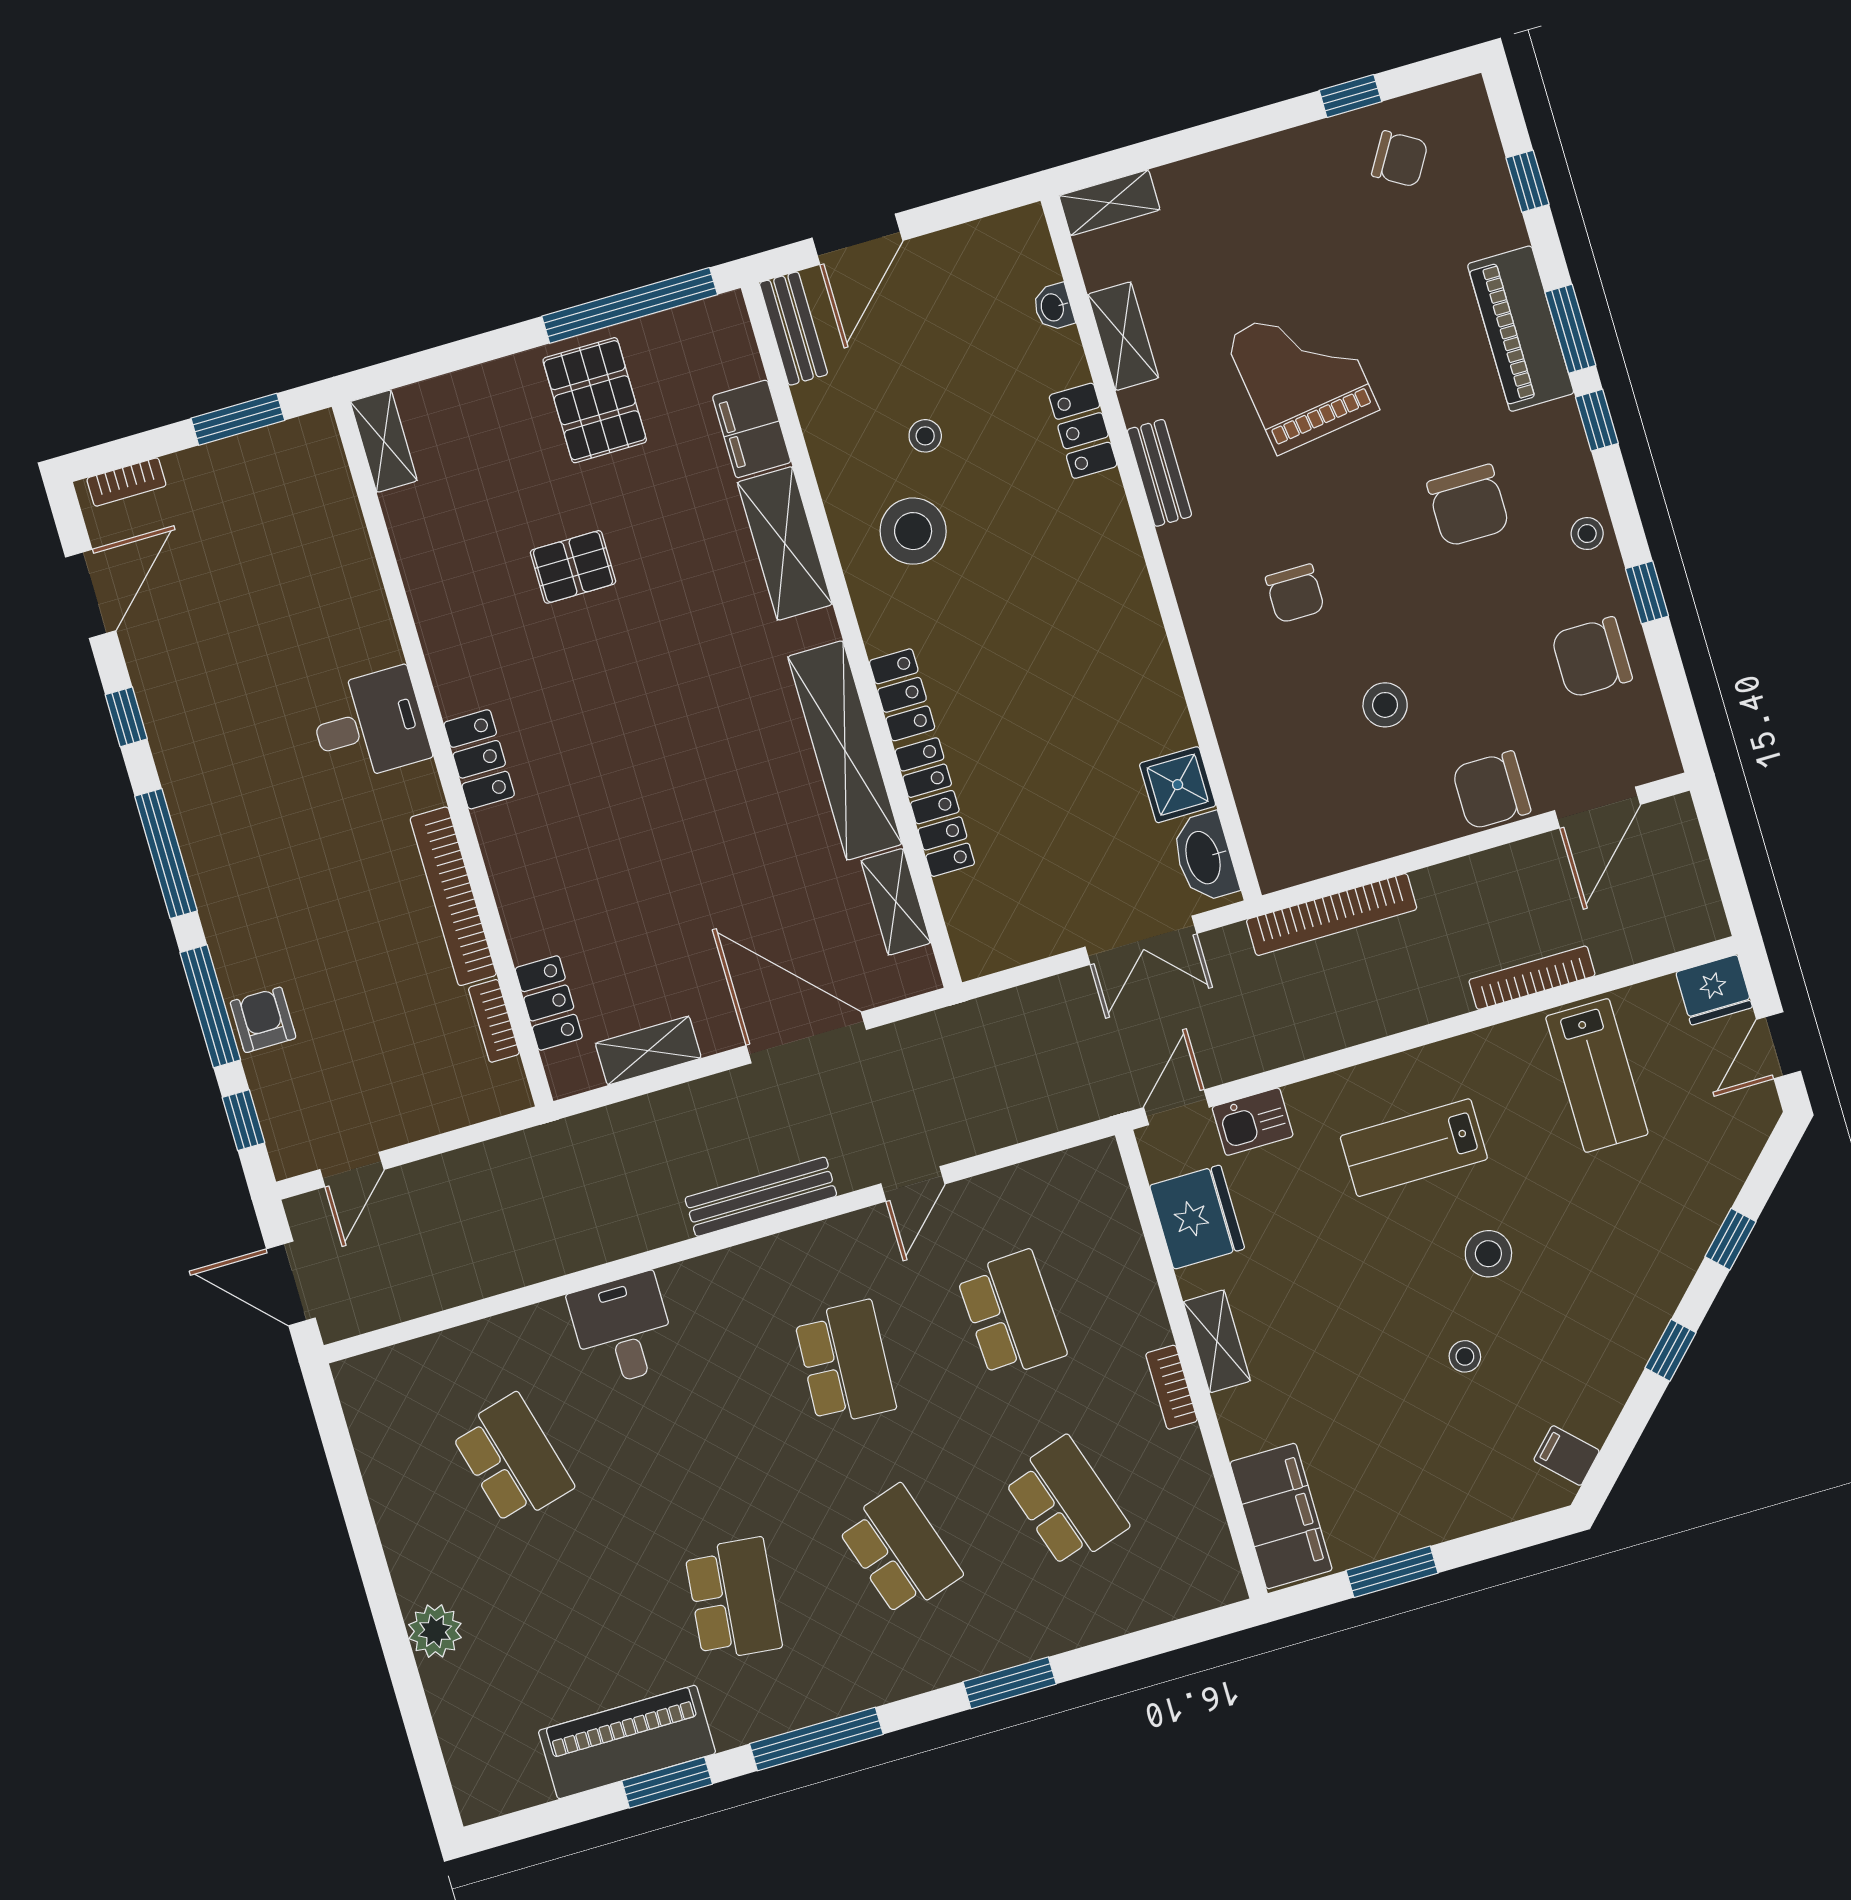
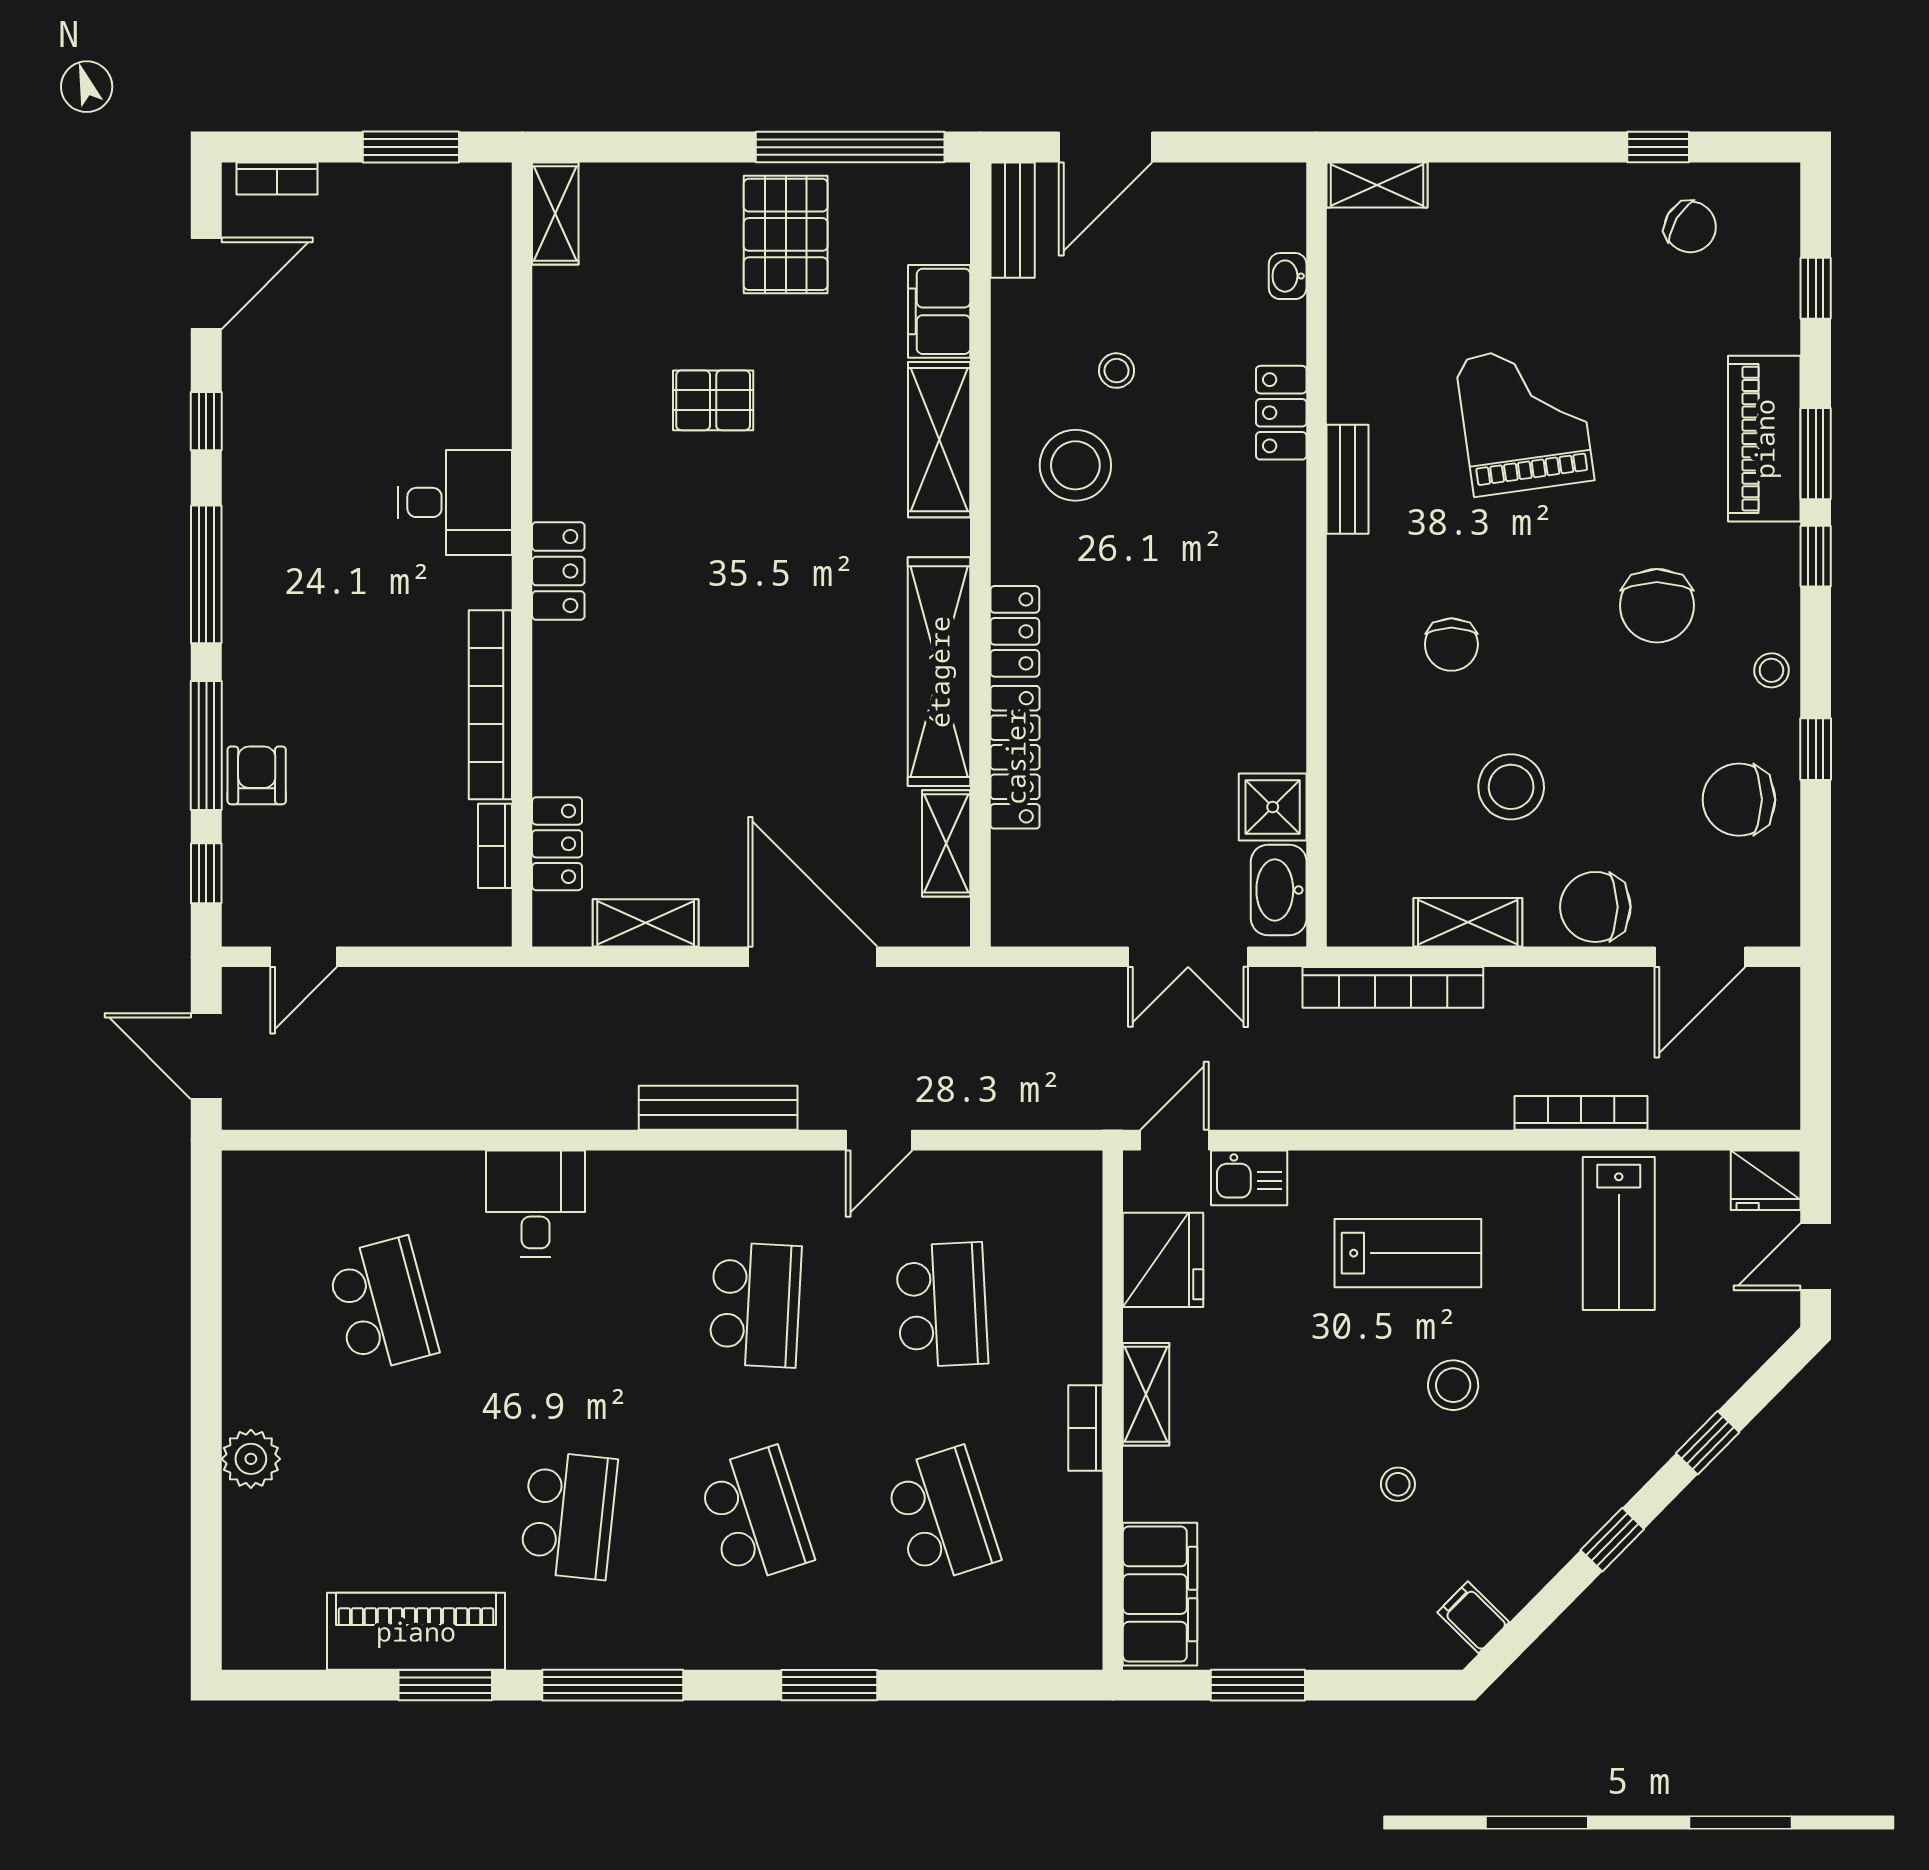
shelving: (1123, 336) -> (1468, 922), moved, turned 90
stool: (1385, 705) -> (1511, 787), width x1.38, depth x1.38
lab bench: (1414, 1148) -> (1408, 1253), turned 180

